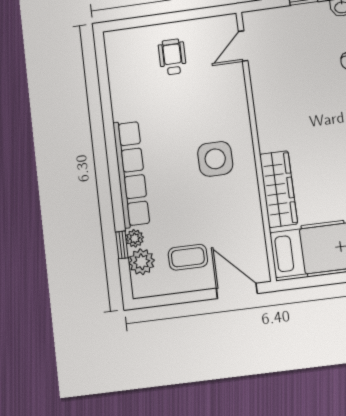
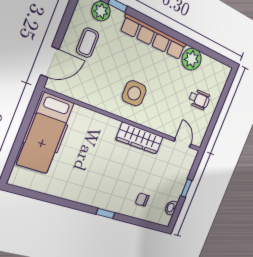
wardrobe: (278, 189) -> (140, 138), moved
plant: (135, 238) -> (192, 59), moved, width x1.88, depth x1.88

